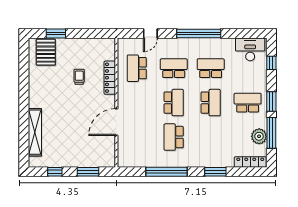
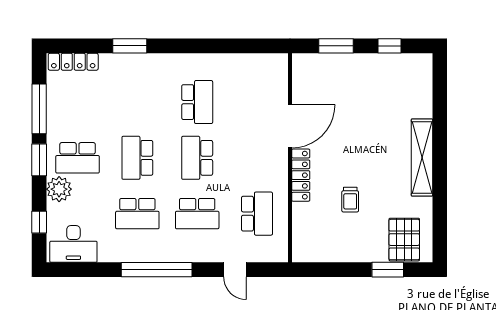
door: (150, 34) -> (235, 270), swing flipped
locker: (110, 78) -> (301, 175), moved
shelving: (35, 132) -> (422, 157), moved
plant: (259, 136) -> (59, 189), moved
window: (166, 172) -> (209, 46), removed

